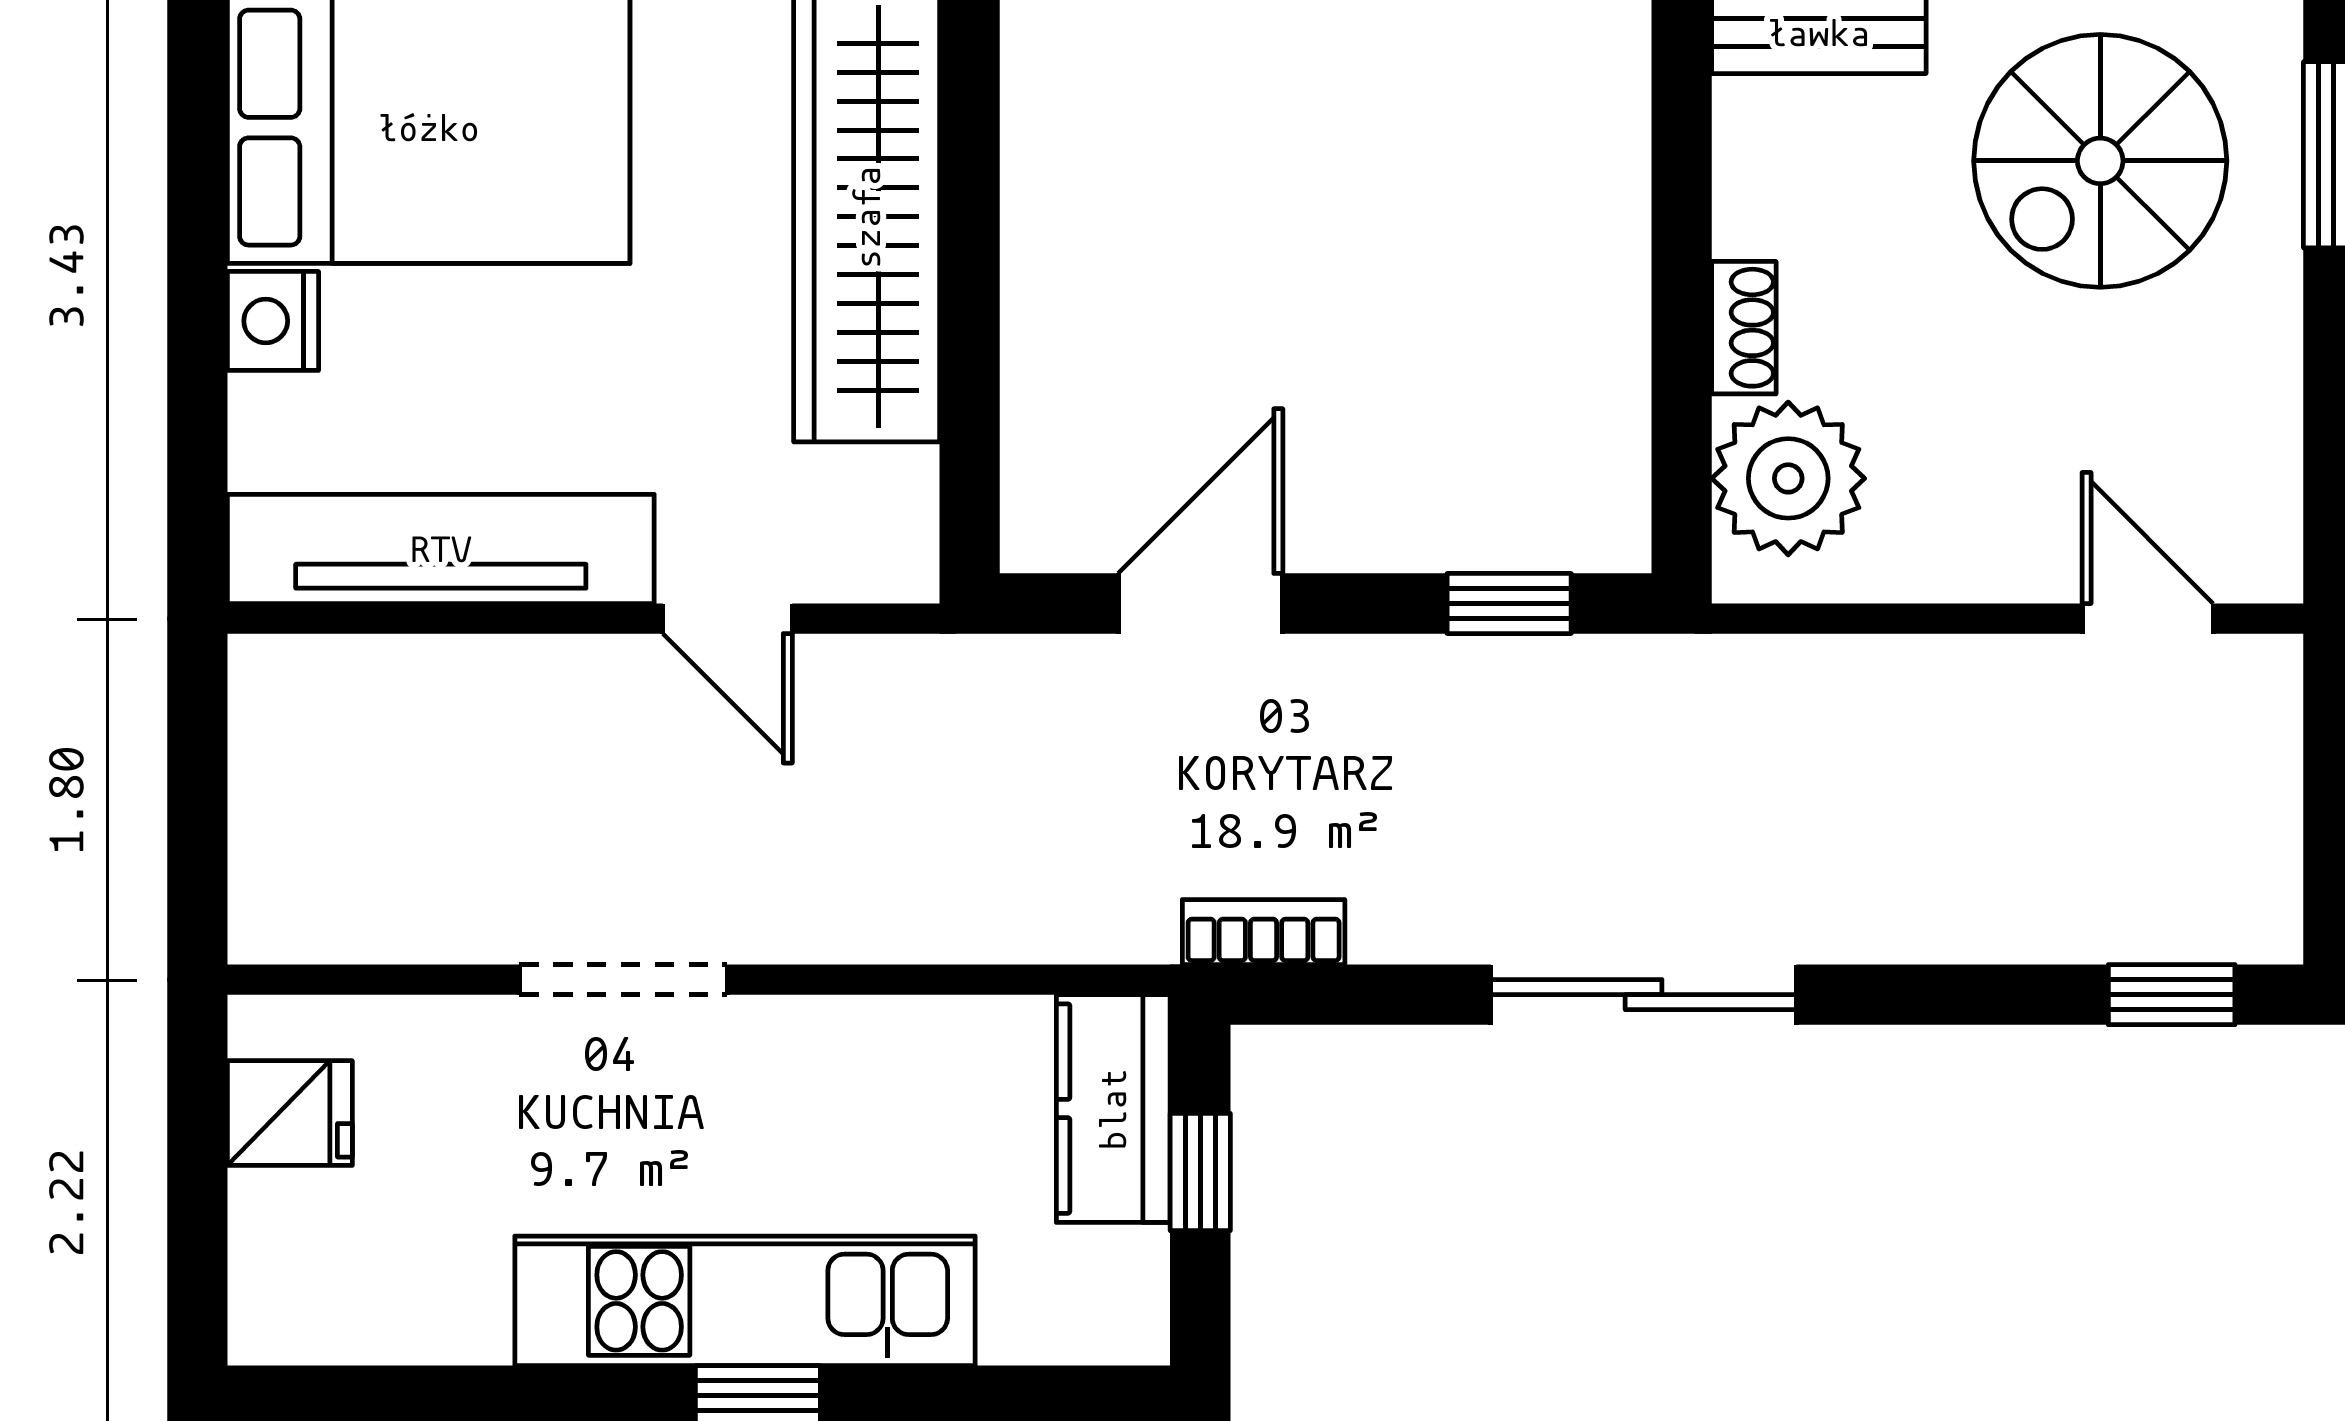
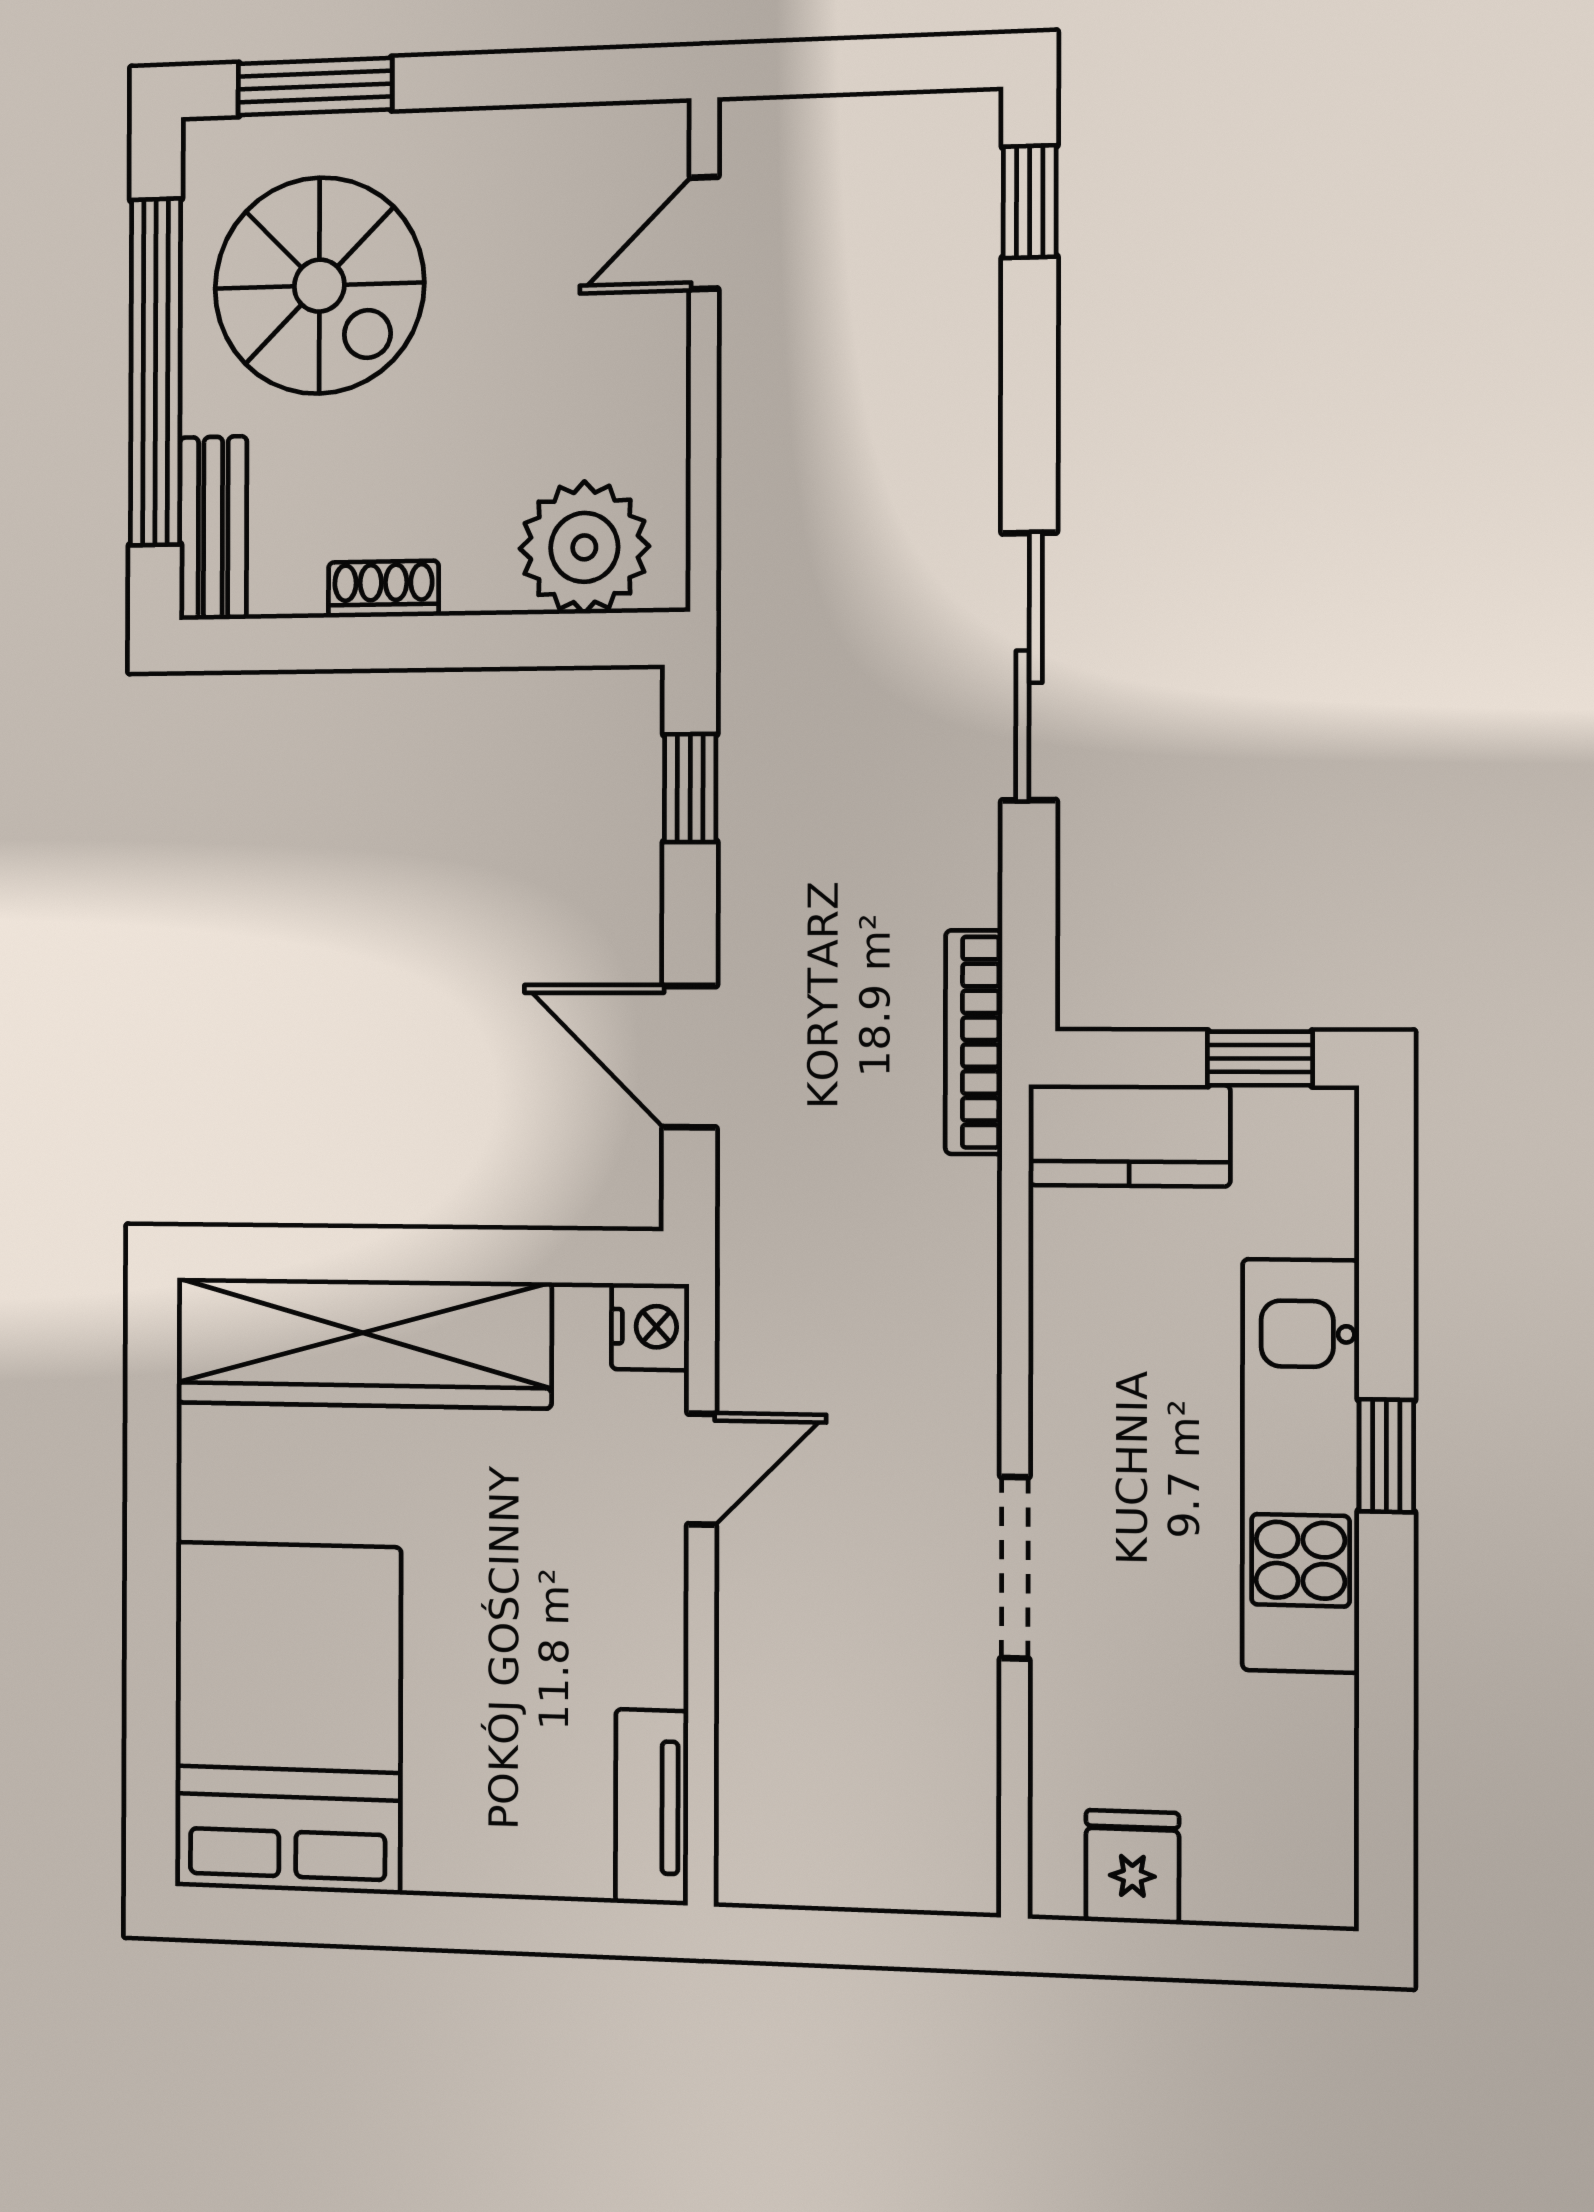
nightstand: (273, 321) -> (650, 1327), moved, turned -90
shoe rack: (1744, 328) -> (383, 589), moved
tv unit: (441, 549) -> (652, 1807), width x0.52, depth x0.78
bookcase: (1264, 932) -> (974, 1042), width x1.56
window: (1200, 1172) -> (1260, 1058), moved

